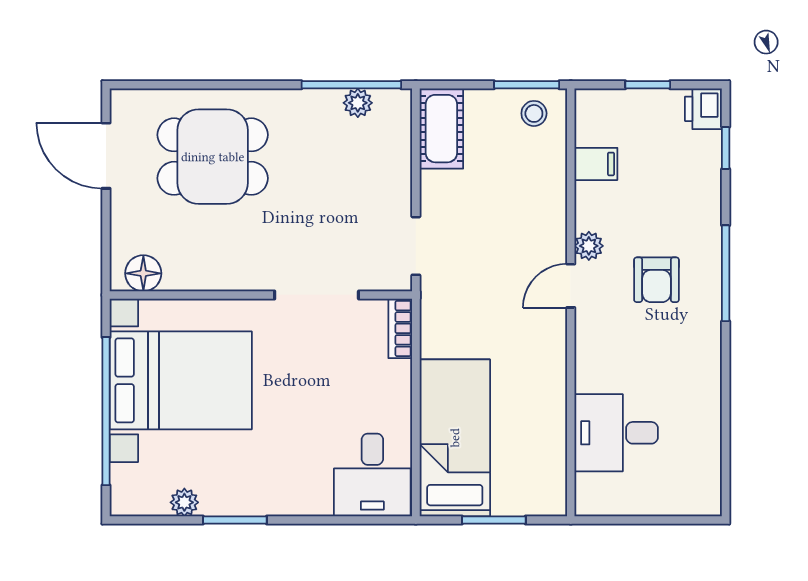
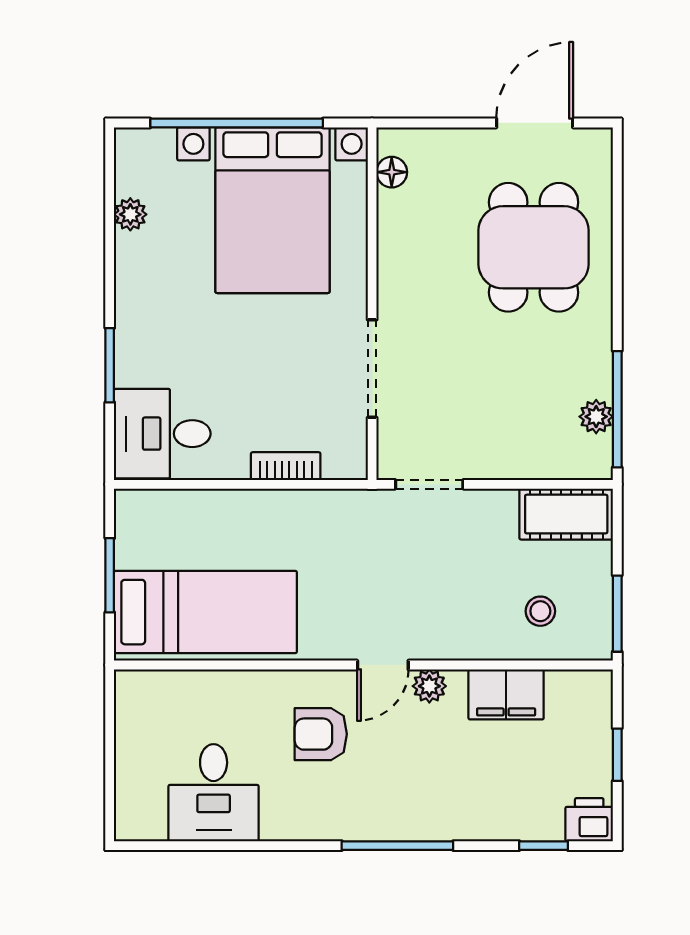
stool: (534, 113) -> (540, 611), moved
filing cabinet: (596, 164) -> (506, 694), width x2.00
floor lamp: (143, 273) -> (392, 172), width x0.73, depth x0.73
armchair: (656, 280) -> (321, 734), moved
door: (571, 286) -> (383, 665), swing flipped
bookcase: (400, 328) -> (286, 466), moved
desk: (616, 433) -> (214, 793), moved, turned 180
bed: (455, 438) -> (205, 612), moved
window: (235, 520) -> (110, 365), moved

